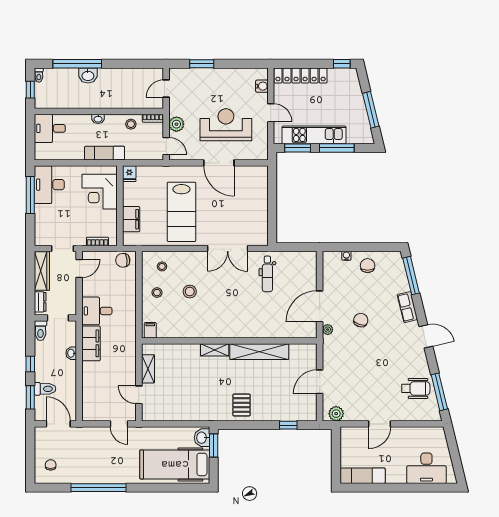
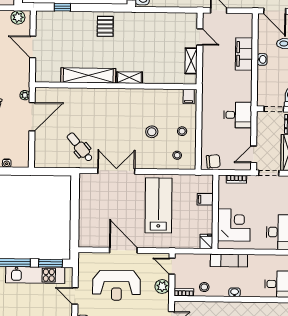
filing cabinet: (131, 219) -> (205, 199), width x0.50
dental chair: (267, 274) -> (80, 147), turned -40
filing cabinet: (91, 343) -> (244, 54), moved
washbasin: (71, 353) -> (262, 59), moved
door: (320, 382) -> (33, 47), swing flipped

